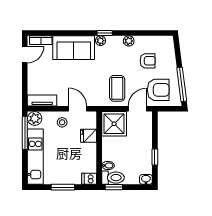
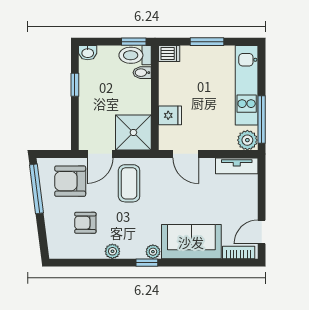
stool: (62, 122) -> (208, 135), removed

